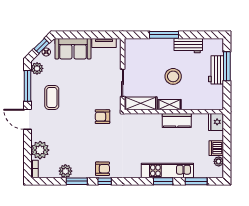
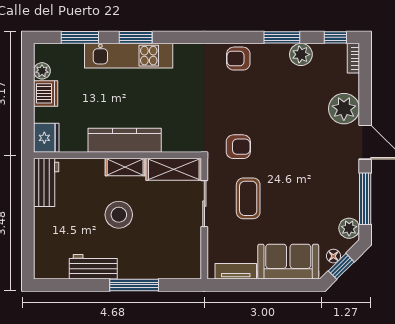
window: (227, 66) -> (28, 232), removed
workbench: (216, 70) -> (46, 182), moved
coffee table: (52, 98) -> (248, 198), moved
kitchen counter: (177, 120) -> (125, 140), width x1.50
plant: (40, 150) -> (344, 109), moved
window: (105, 181) -> (335, 37), moved

